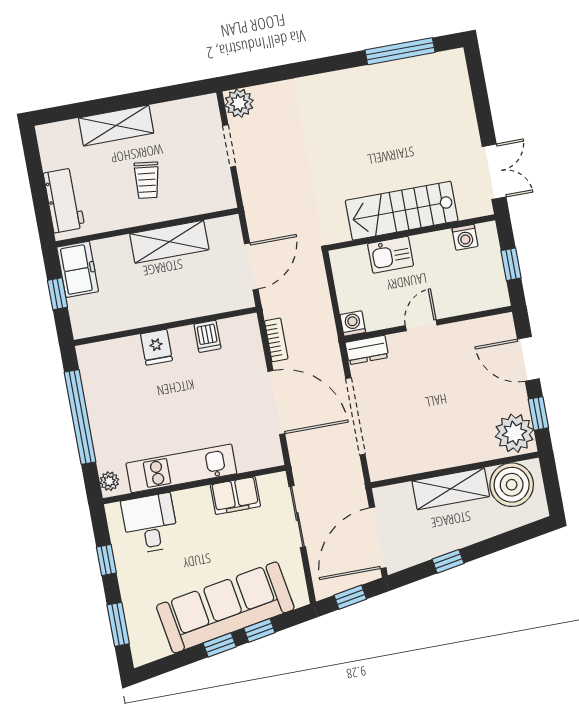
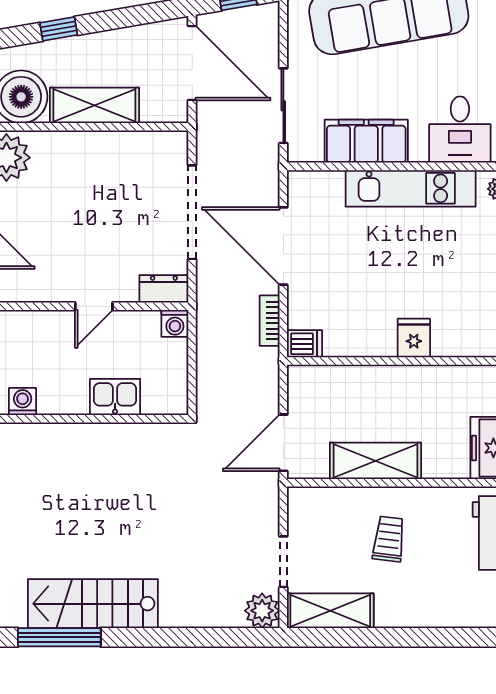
shelving: (116, 125) -> (330, 611), moved
stairs: (402, 211) -> (93, 604), moved, turned 180
door: (251, 266) -> (283, 443), moved
dishwasher: (207, 336) -> (305, 344), moved, turned 90
filing cabinet: (235, 496) -> (366, 141), width x1.50, depth x1.17
door: (378, 538) -> (192, 63), hinge flipped
window: (448, 561) -> (59, 29), moved

